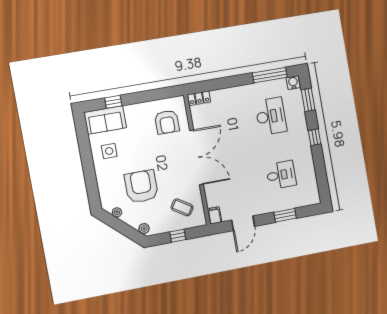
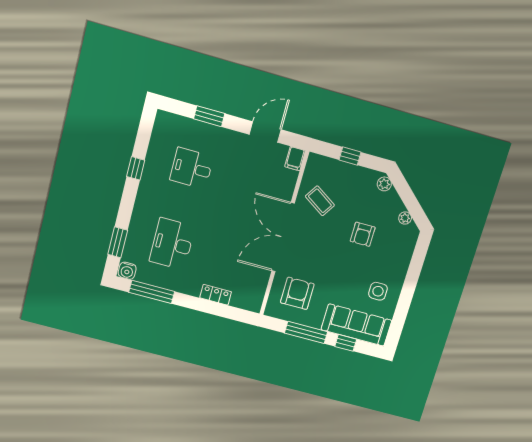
window: (146, 96) -> (306, 332), added
locker: (199, 98) -> (216, 295), moved
sofa: (105, 120) -> (356, 325), width x1.36
window: (315, 137) -> (136, 168), moved
armchair: (141, 186) -> (363, 234), width x0.53, depth x0.53
coffee table: (182, 207) -> (320, 201), moved

